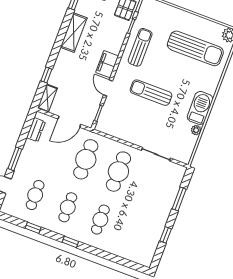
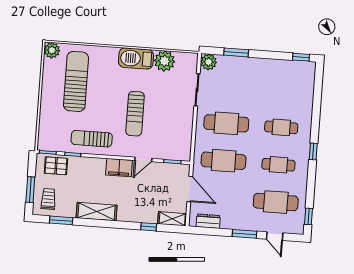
plant: (196, 130) -> (164, 61), width x1.87, depth x1.87
plant: (178, 172) -> (209, 62), added
cafe table: (35, 195) -> (276, 202), width x1.37, depth x1.35
window: (33, 228) -> (308, 216), moved
window: (166, 235) -> (301, 57), moved

